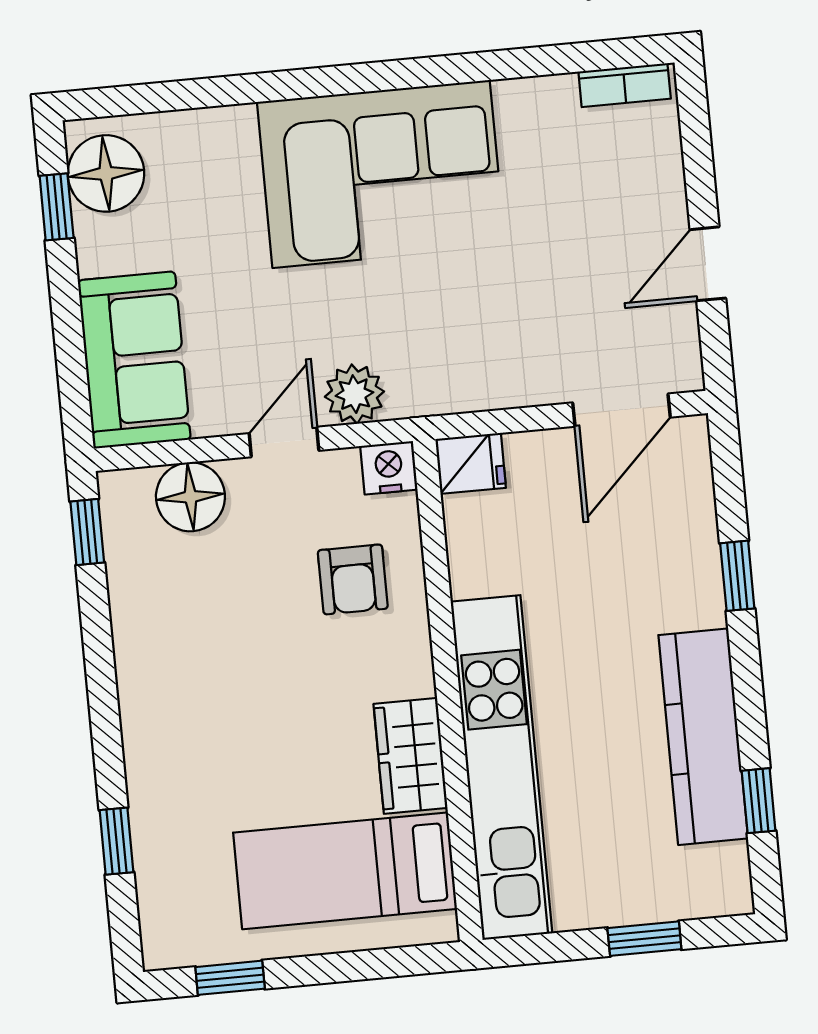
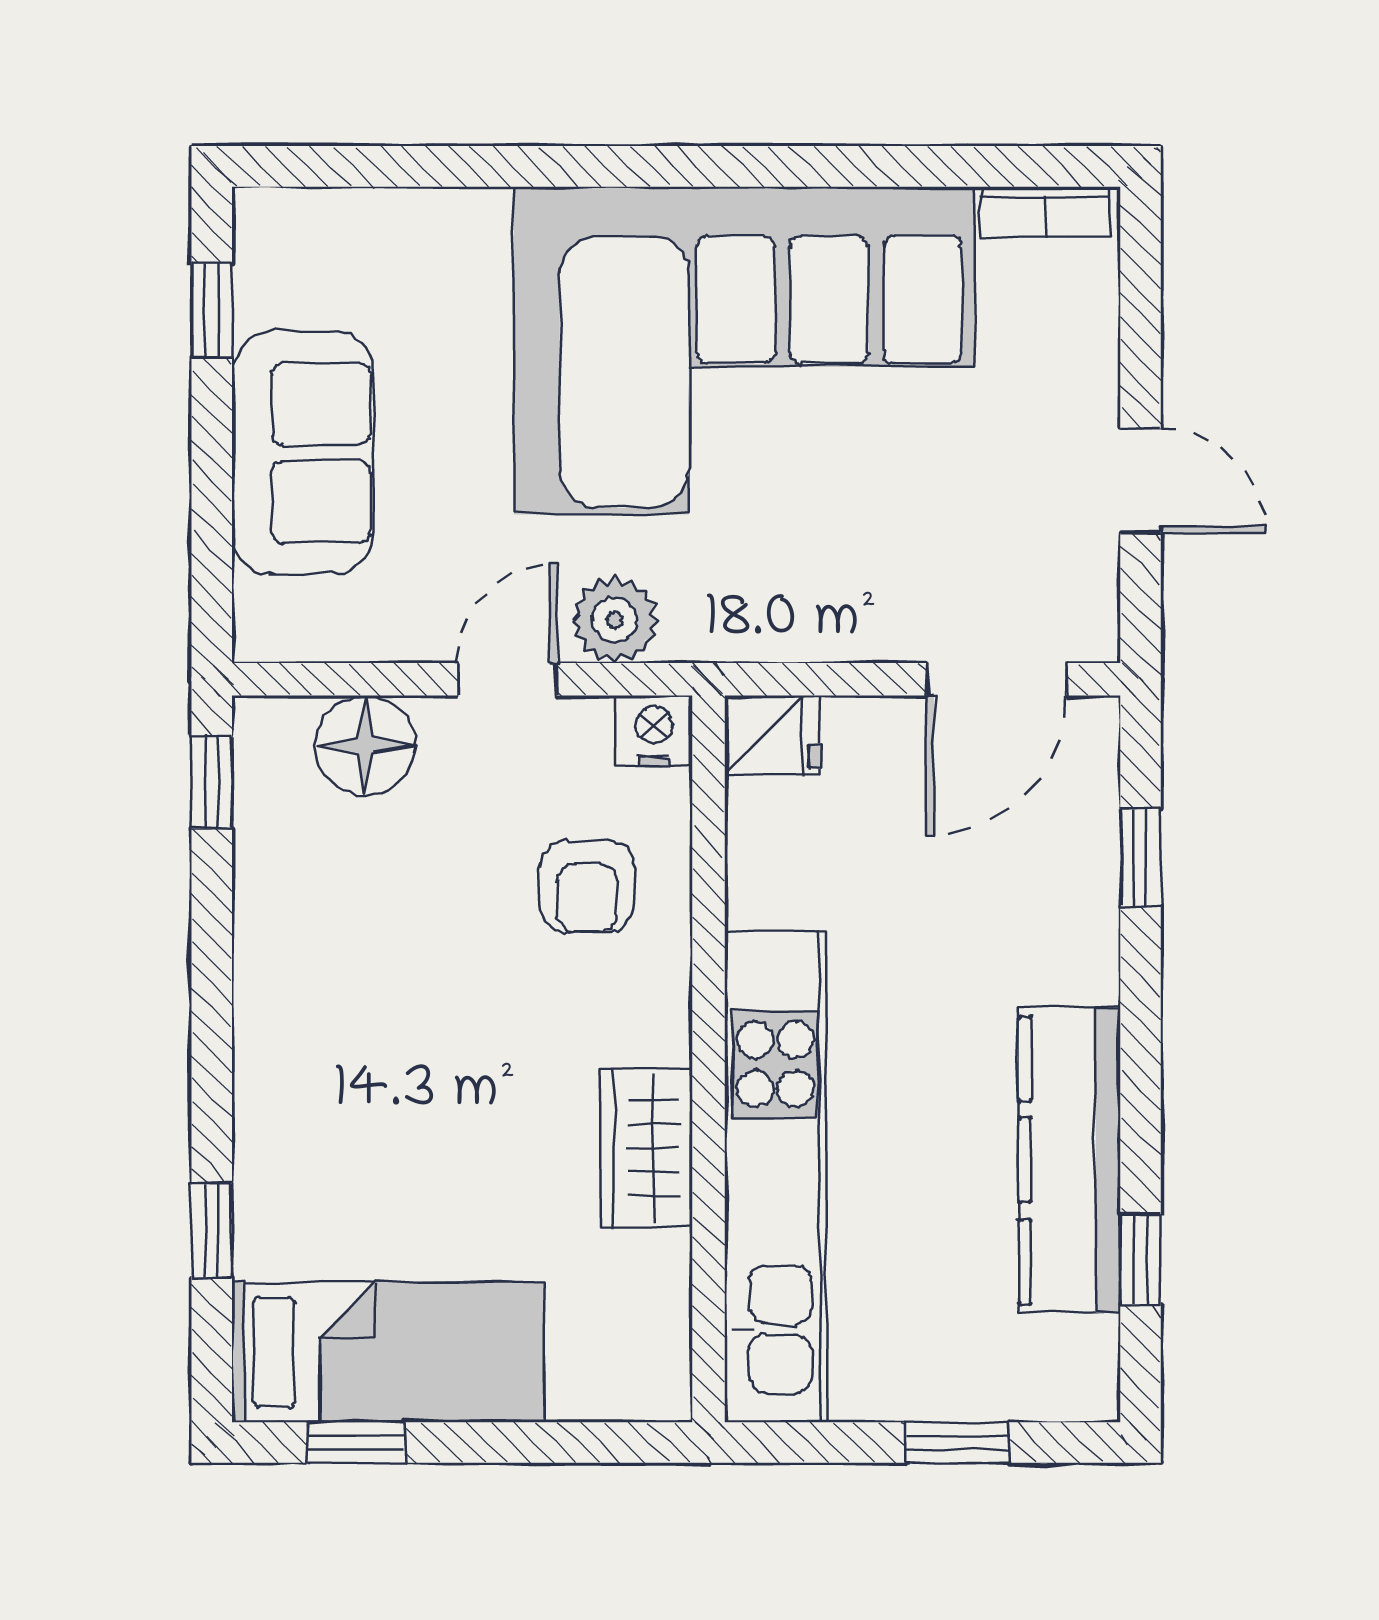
floor lamp: (106, 173) -> (287, 269), removed
corner sofa: (381, 174) -> (744, 350), width x1.36, depth x1.36
door: (708, 264) -> (1141, 481), swing flipped
sofa: (134, 360) -> (303, 453), moved
window: (737, 576) -> (1141, 858), moved
bed: (345, 871) -> (388, 1352), moved, turned 180

